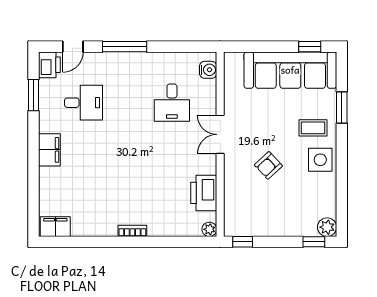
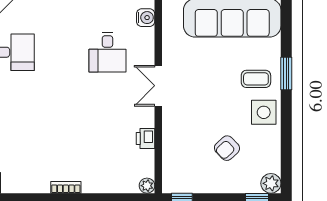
window: (342, 108) -> (286, 73), moved
armchair: (268, 165) -> (227, 148), moved
printer: (204, 193) -> (145, 138), width x0.53, depth x0.68

